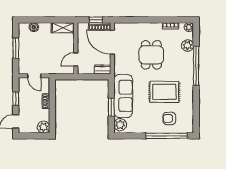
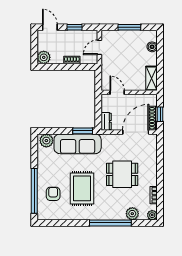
window: (111, 107) -> (83, 131), moved

